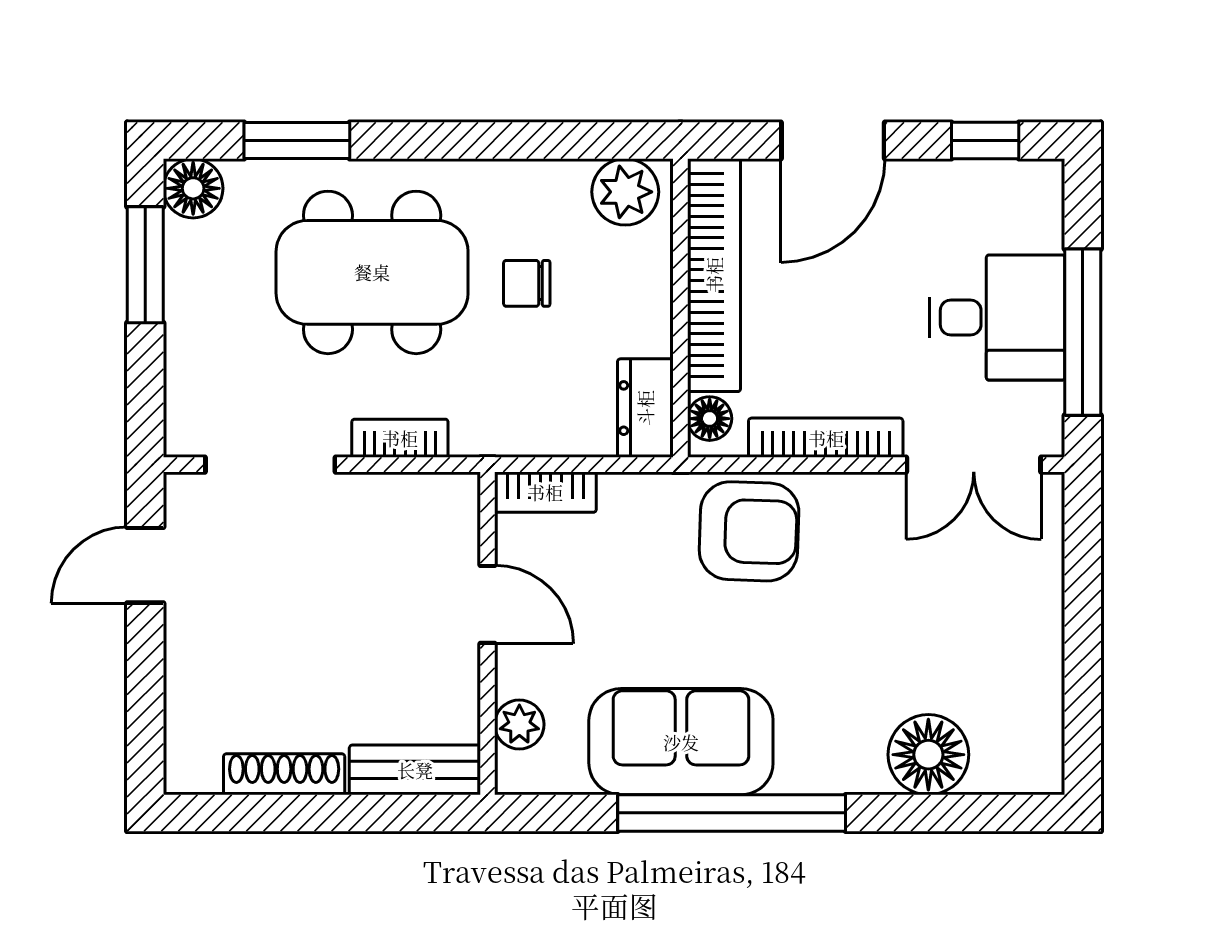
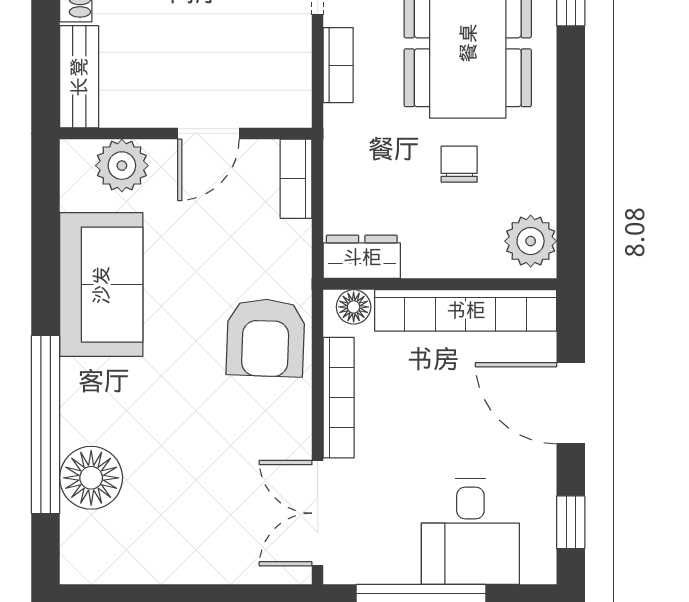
desk: (997, 318) -> (470, 532), moved
plant: (519, 724) -> (122, 166), width x1.38, depth x1.38
window: (732, 813) -> (46, 424), moved

